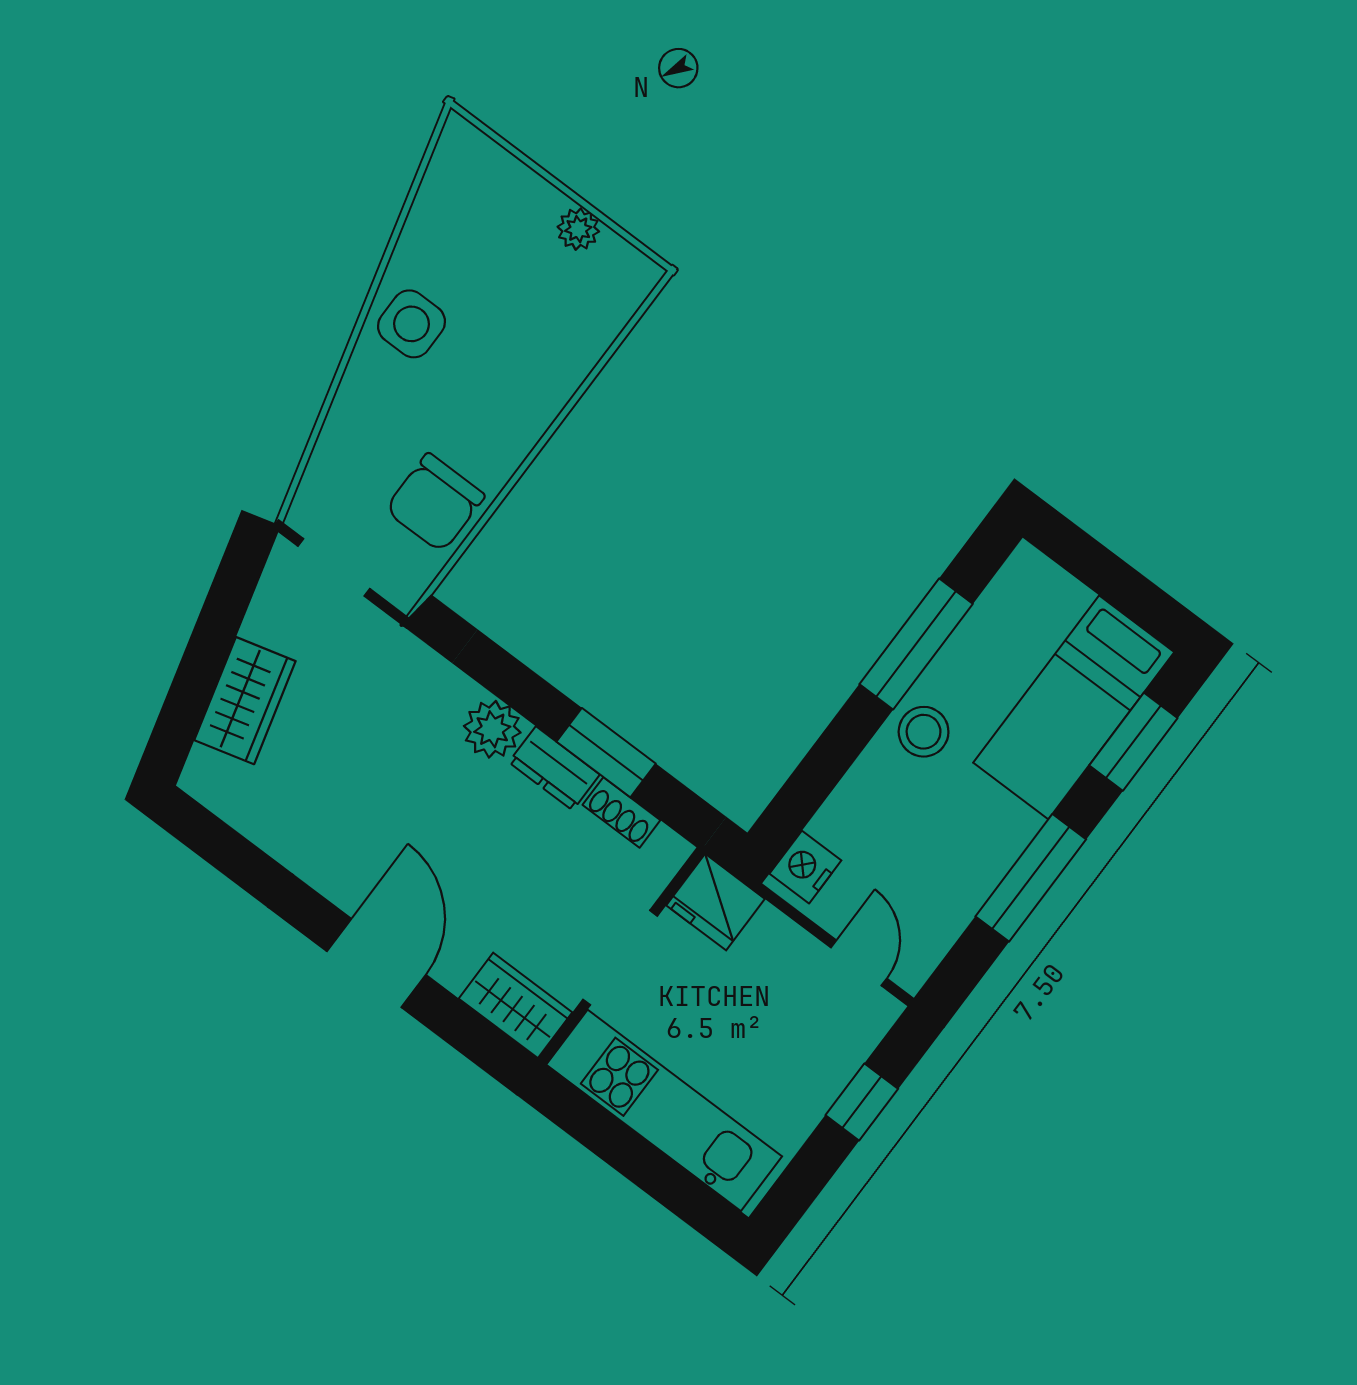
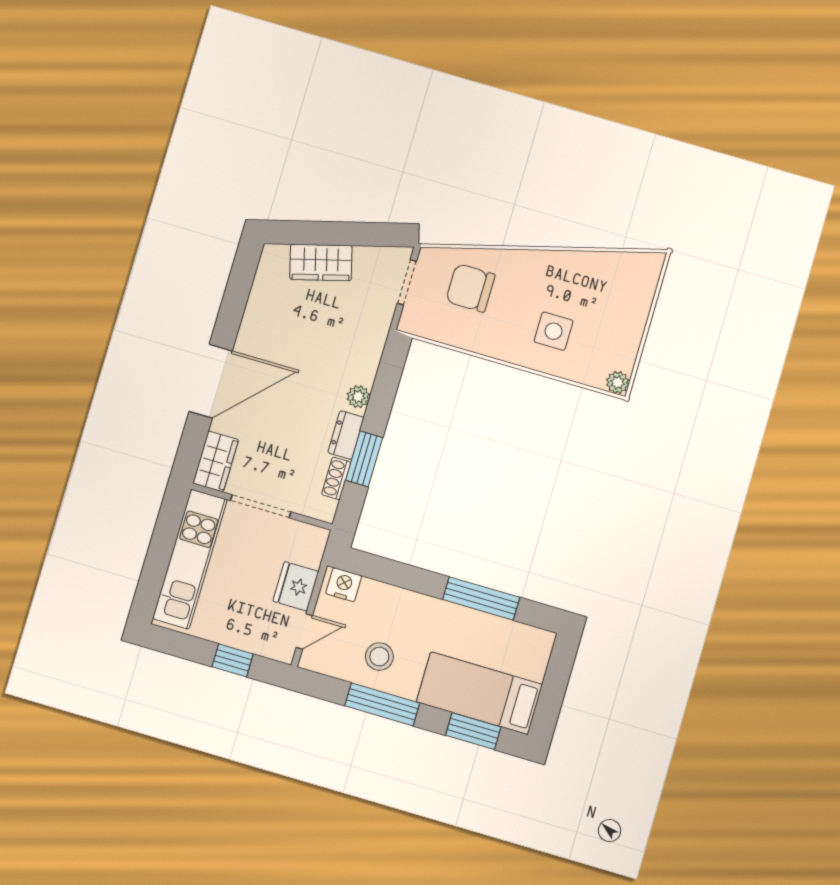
plant: (578, 229) -> (618, 382), moved
side table: (412, 324) -> (554, 331), moved
chair: (435, 503) -> (470, 288), moved
plant: (492, 729) -> (358, 397), width x0.73, depth x0.73
stool: (924, 732) -> (379, 657), moved
fridge: (716, 902) -> (296, 586), moved
door: (376, 963) -> (211, 381), width x1.36

